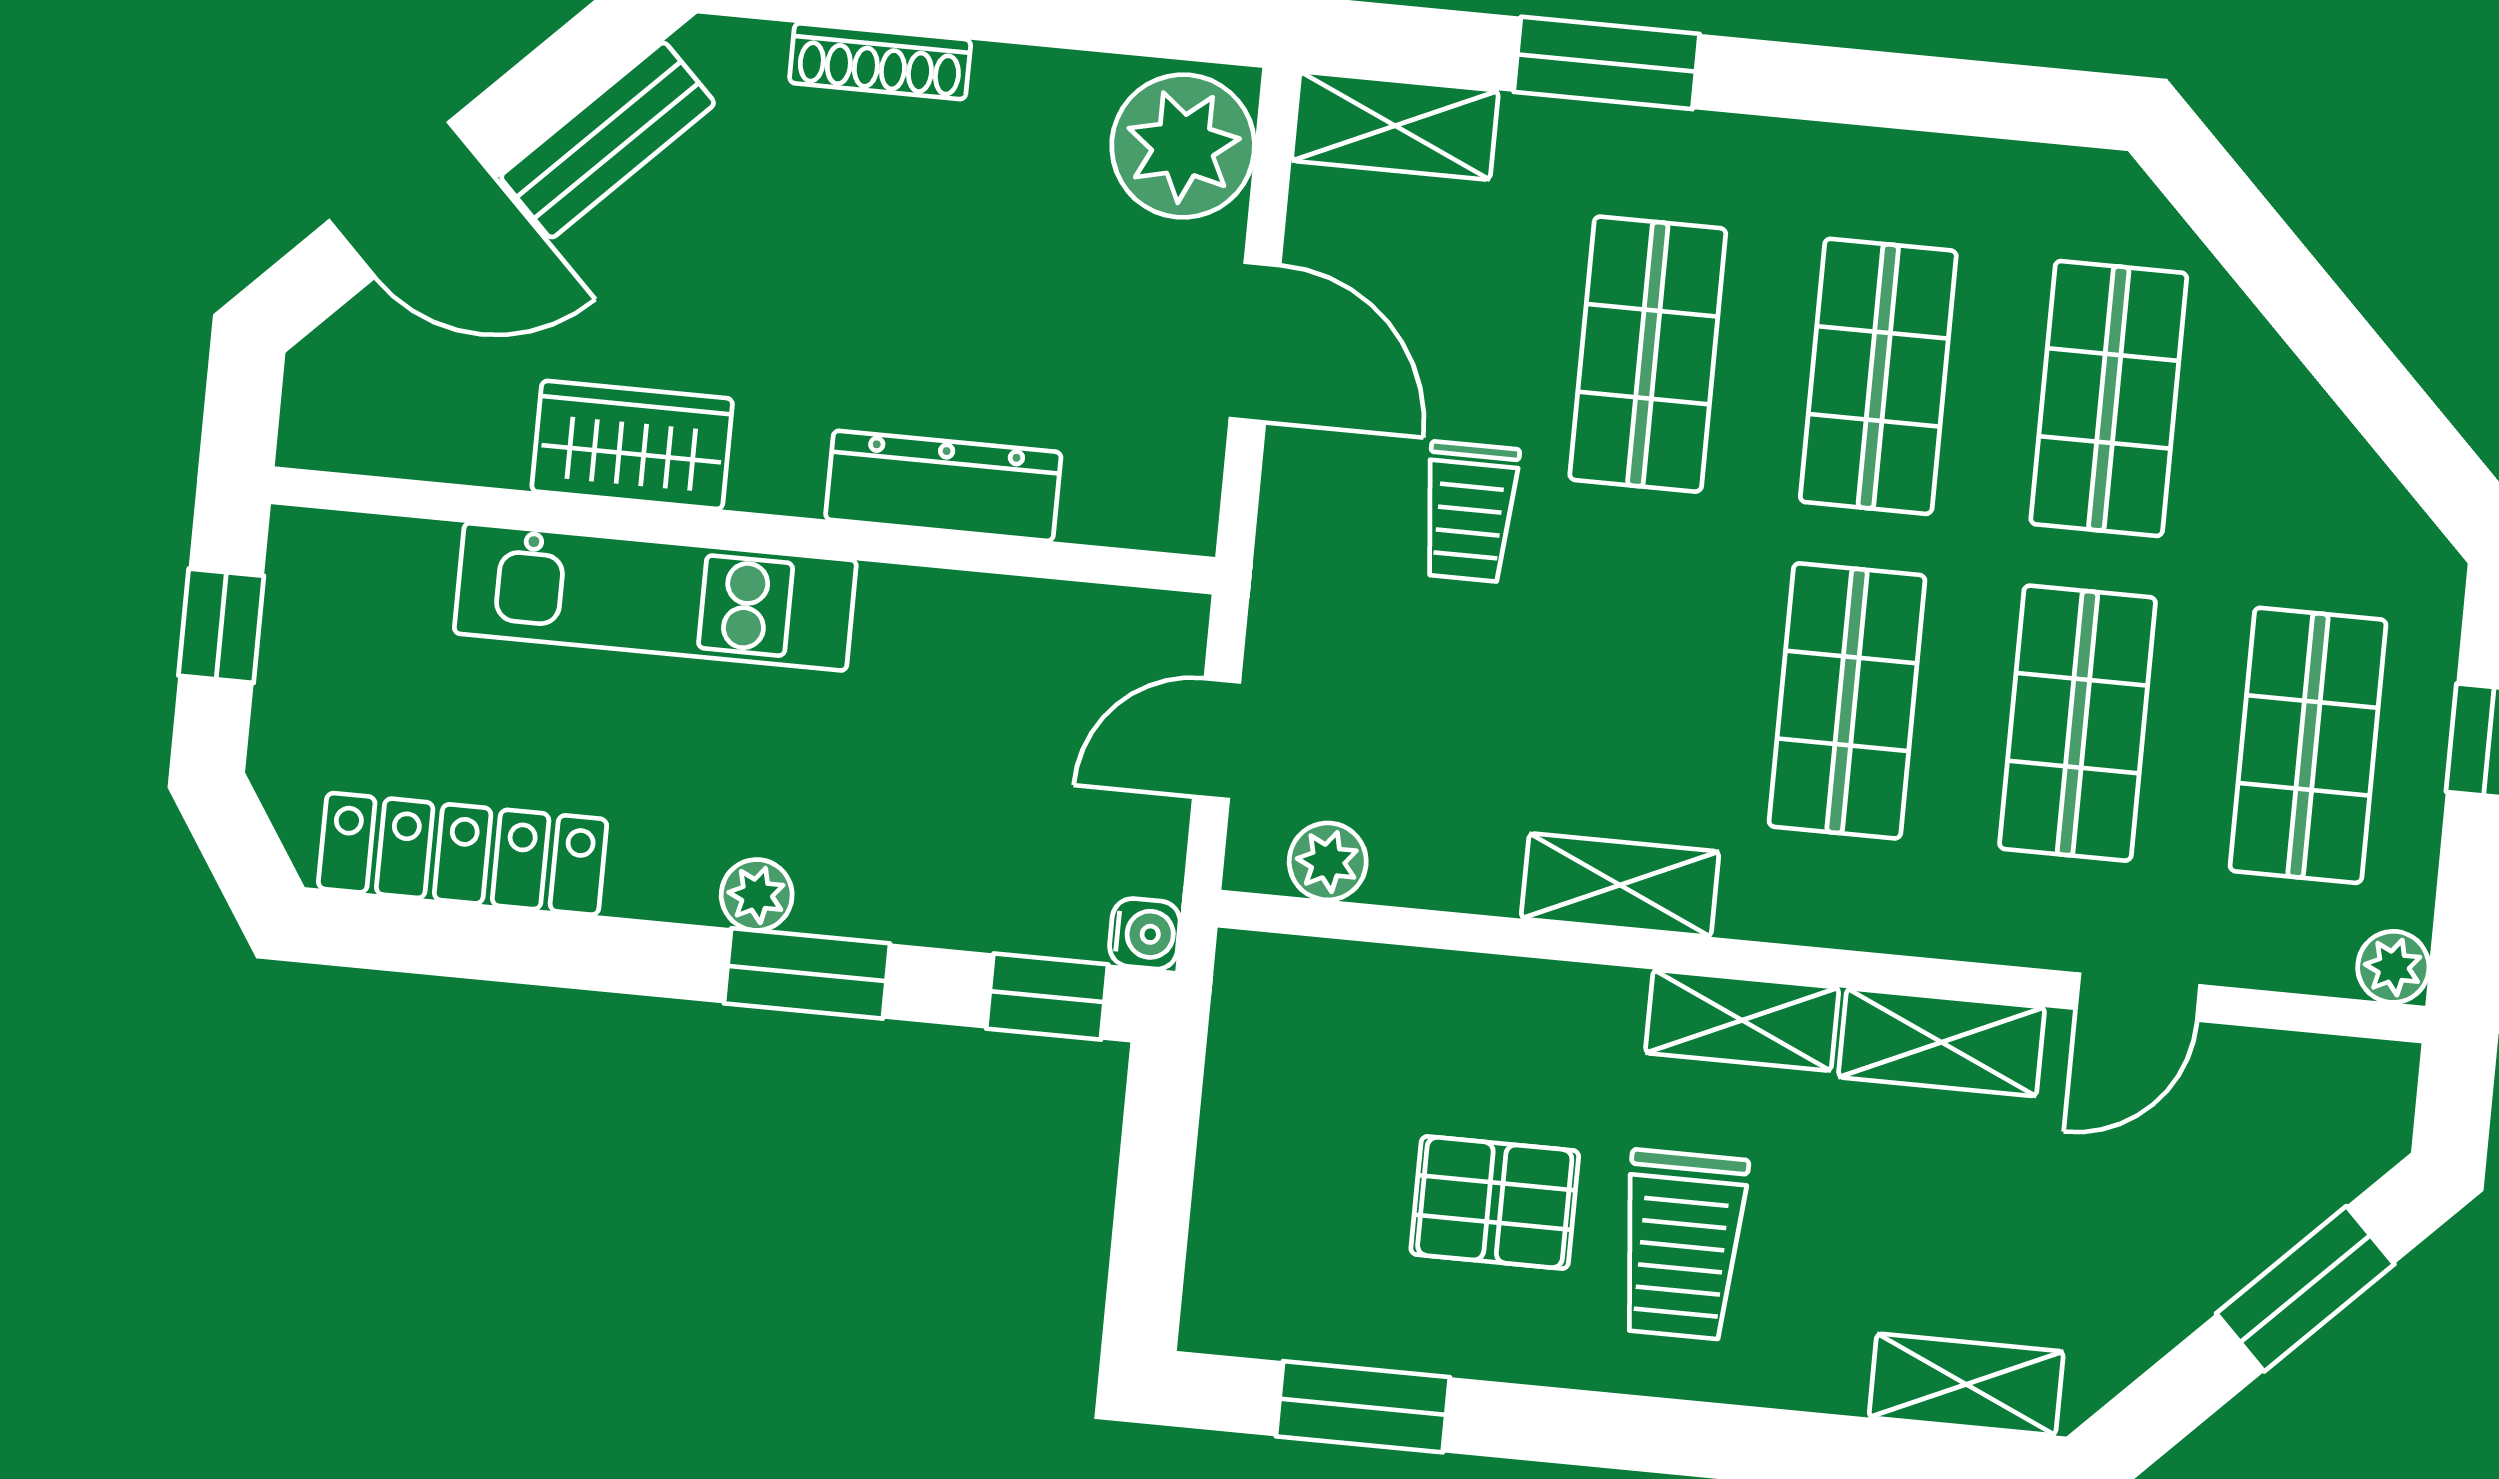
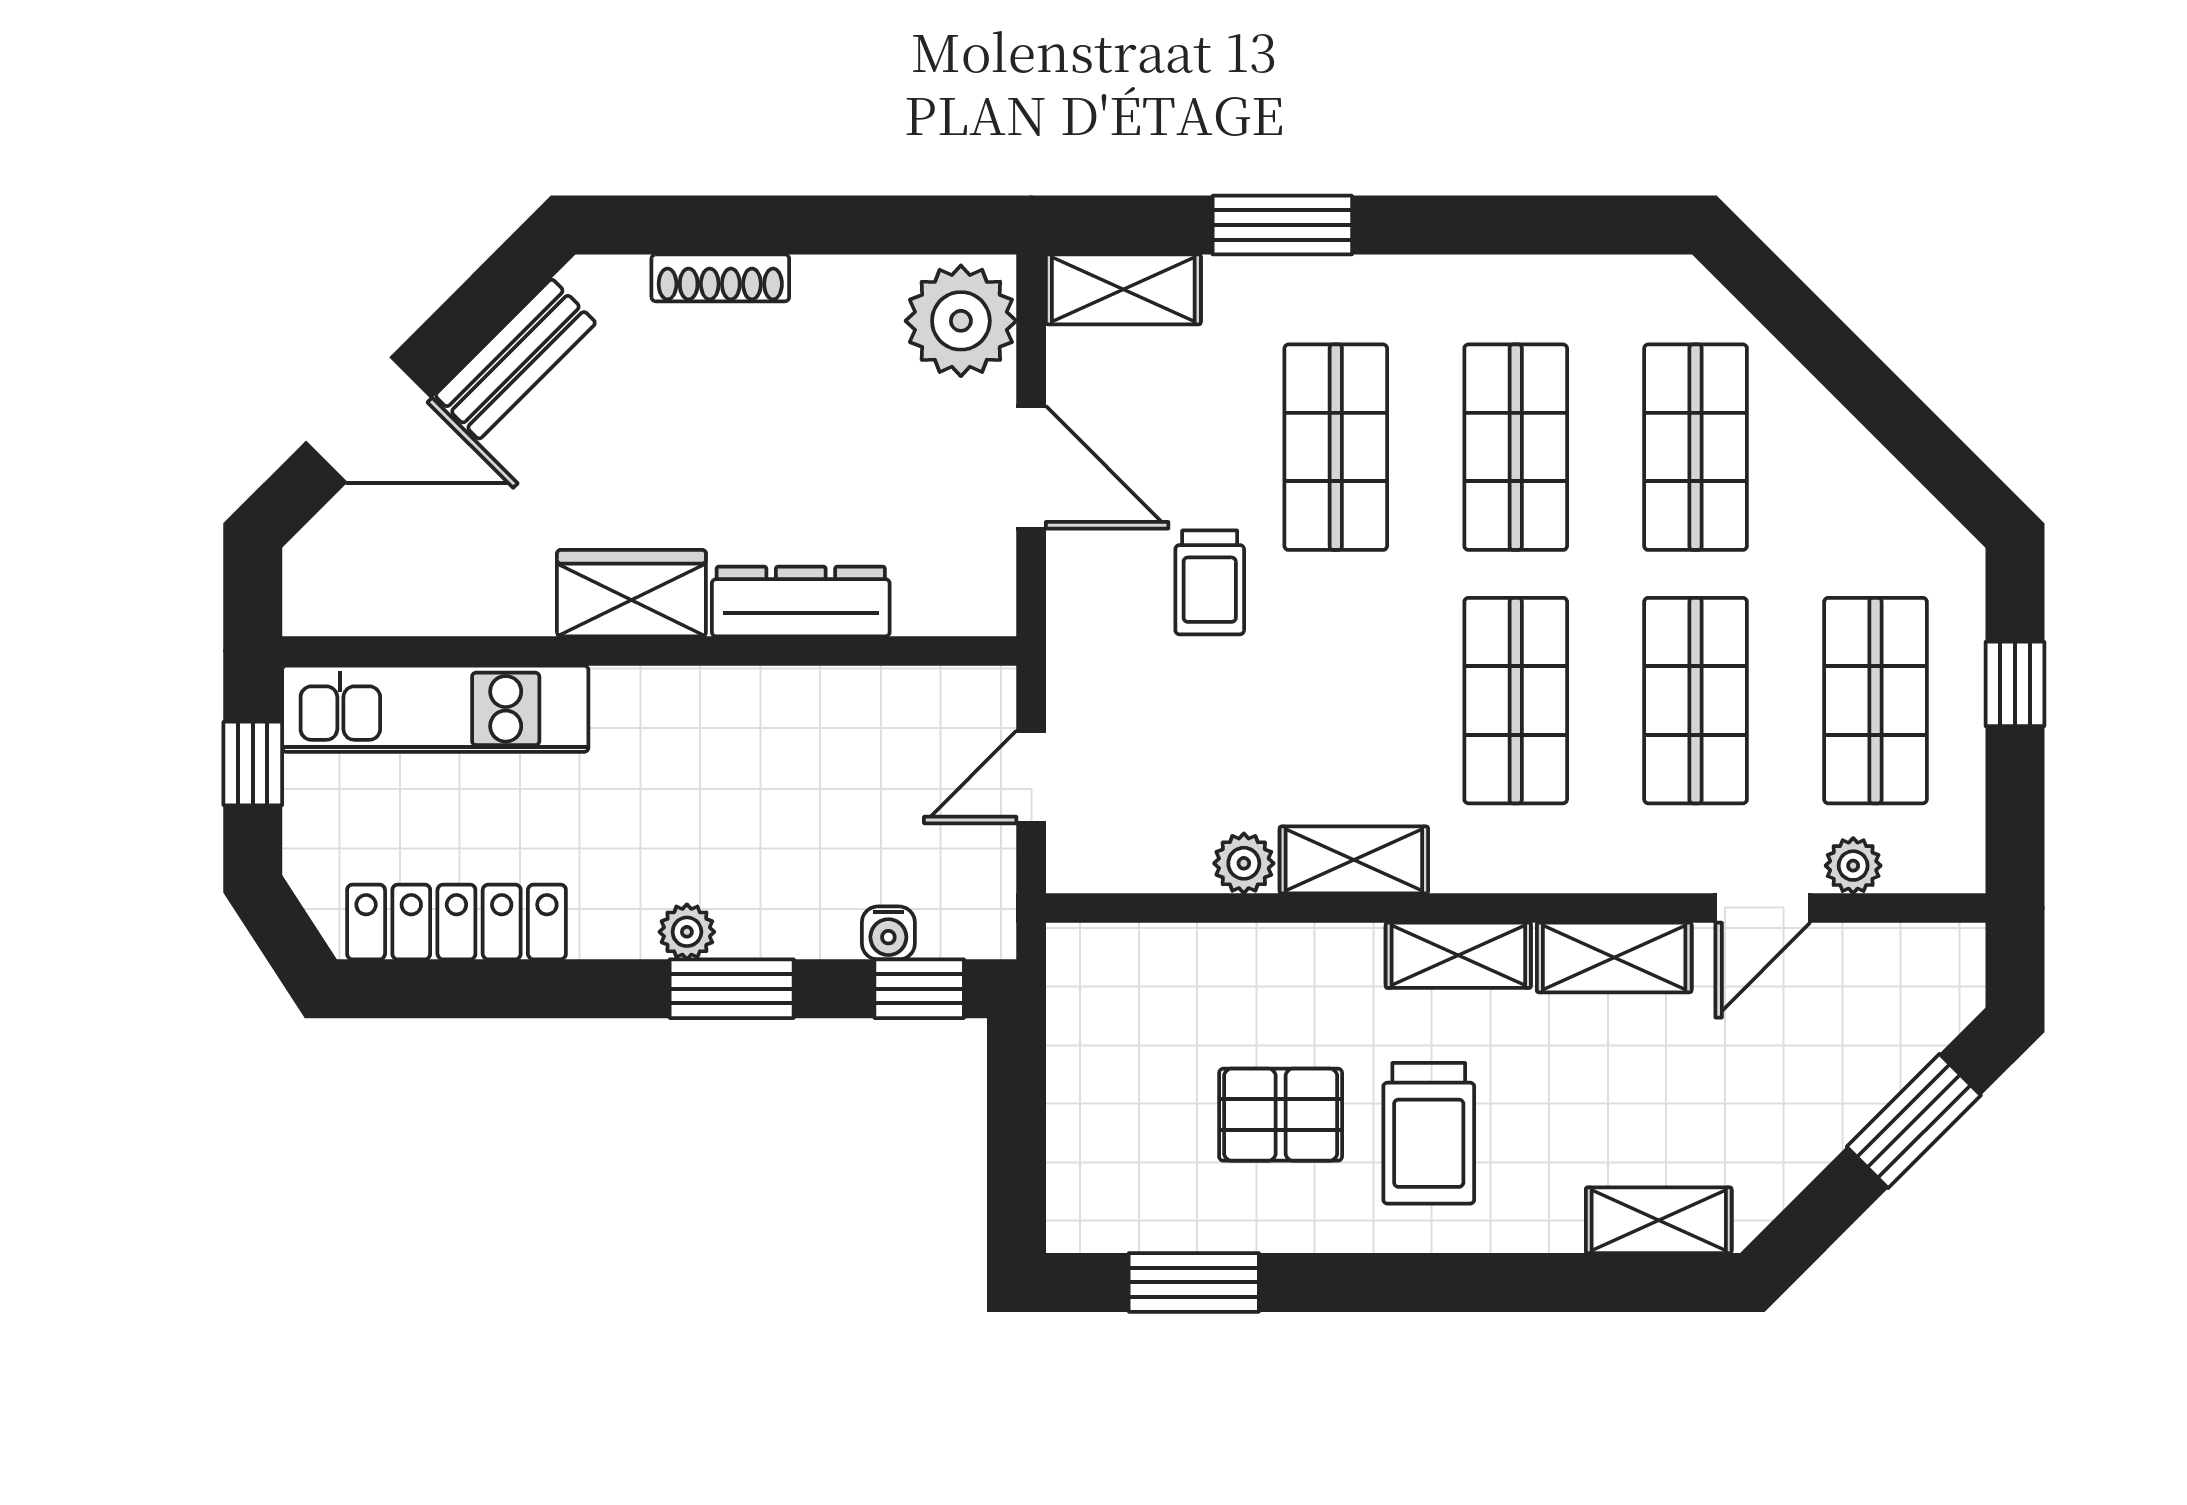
wardrobe: (632, 445) -> (631, 593), moved
kitchen unit: (655, 597) -> (435, 709), moved
plant: (1328, 861) -> (1244, 863), moved
water cooler: (1145, 934) -> (888, 933), moved, turned 90
plant: (2393, 967) -> (1853, 866), moved

